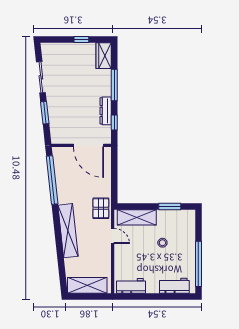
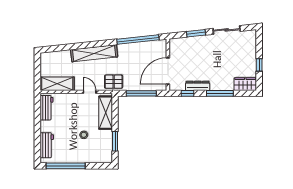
window: (114, 176) -> (141, 93), added
door: (113, 236) -> (90, 92), swing flipped
shelving: (87, 285) -> (57, 84), moved, turned 90

